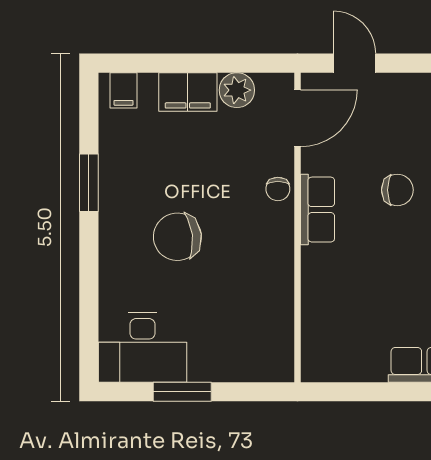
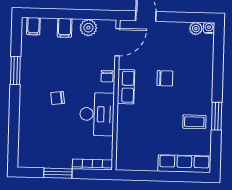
filing cabinet: (188, 92) -> (65, 28), width x0.50
chair: (177, 237) -> (58, 98), width x0.54, depth x0.54
desk: (143, 348) -> (97, 114), moved, turned -90
bookcase: (253, 372) -> (92, 164), added

